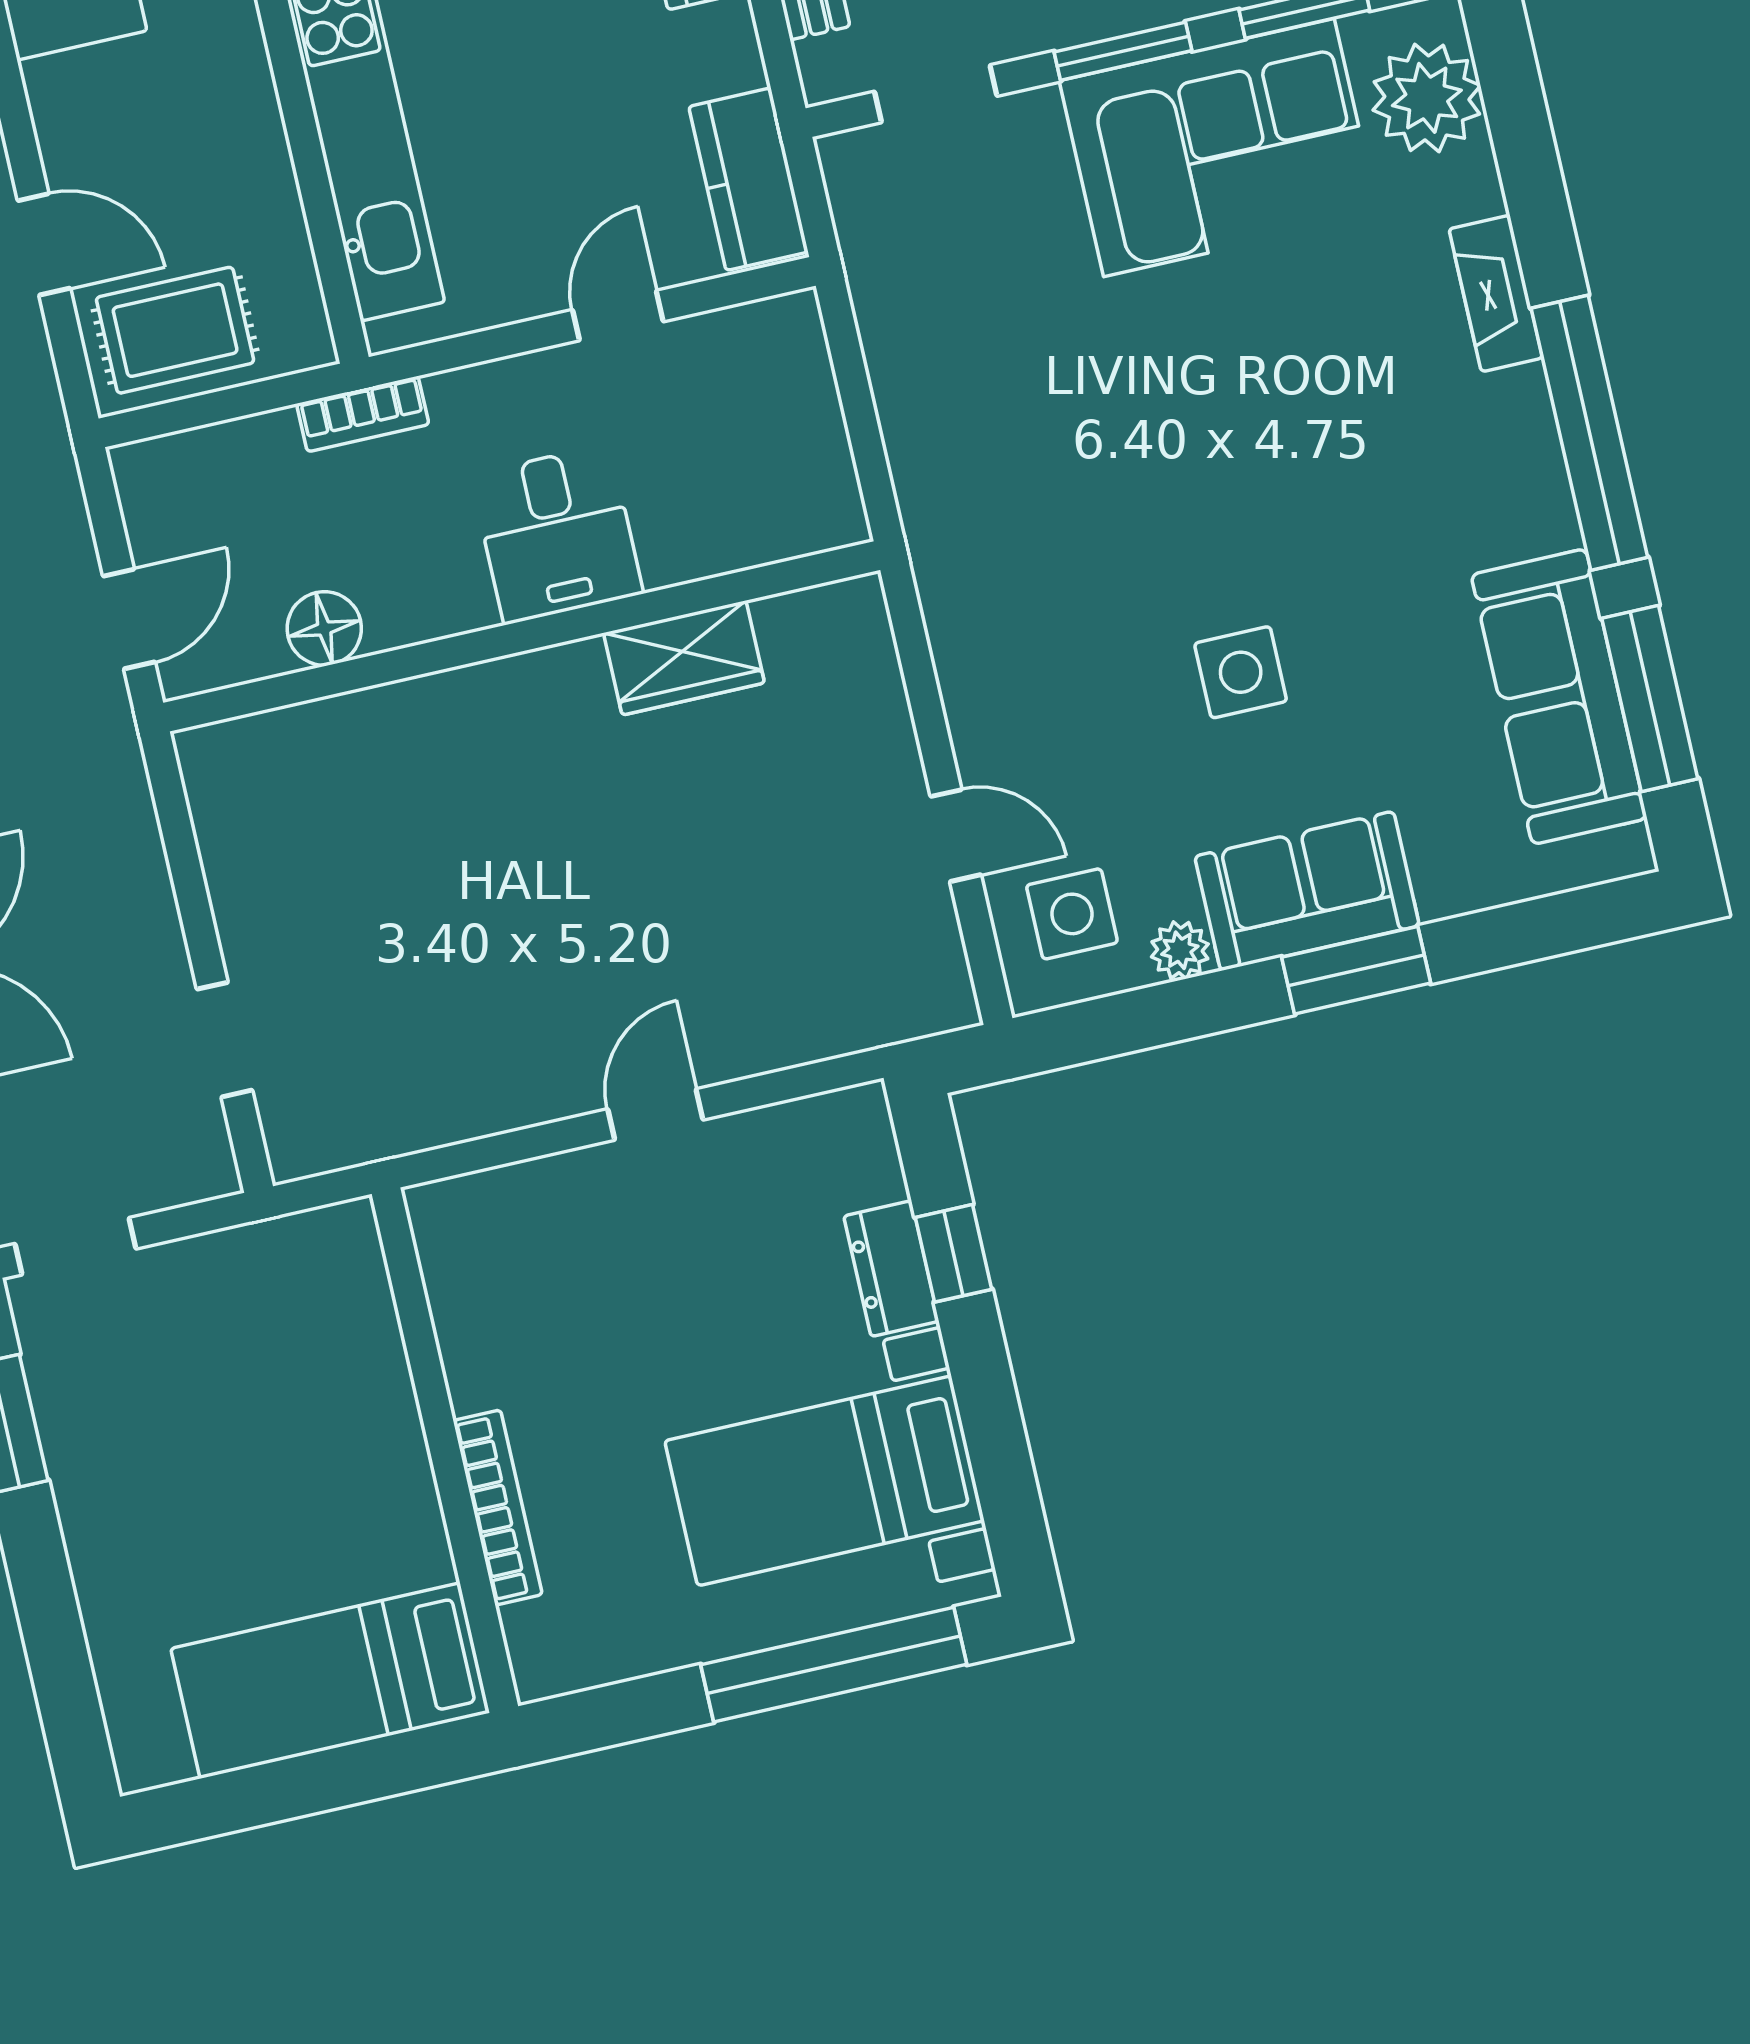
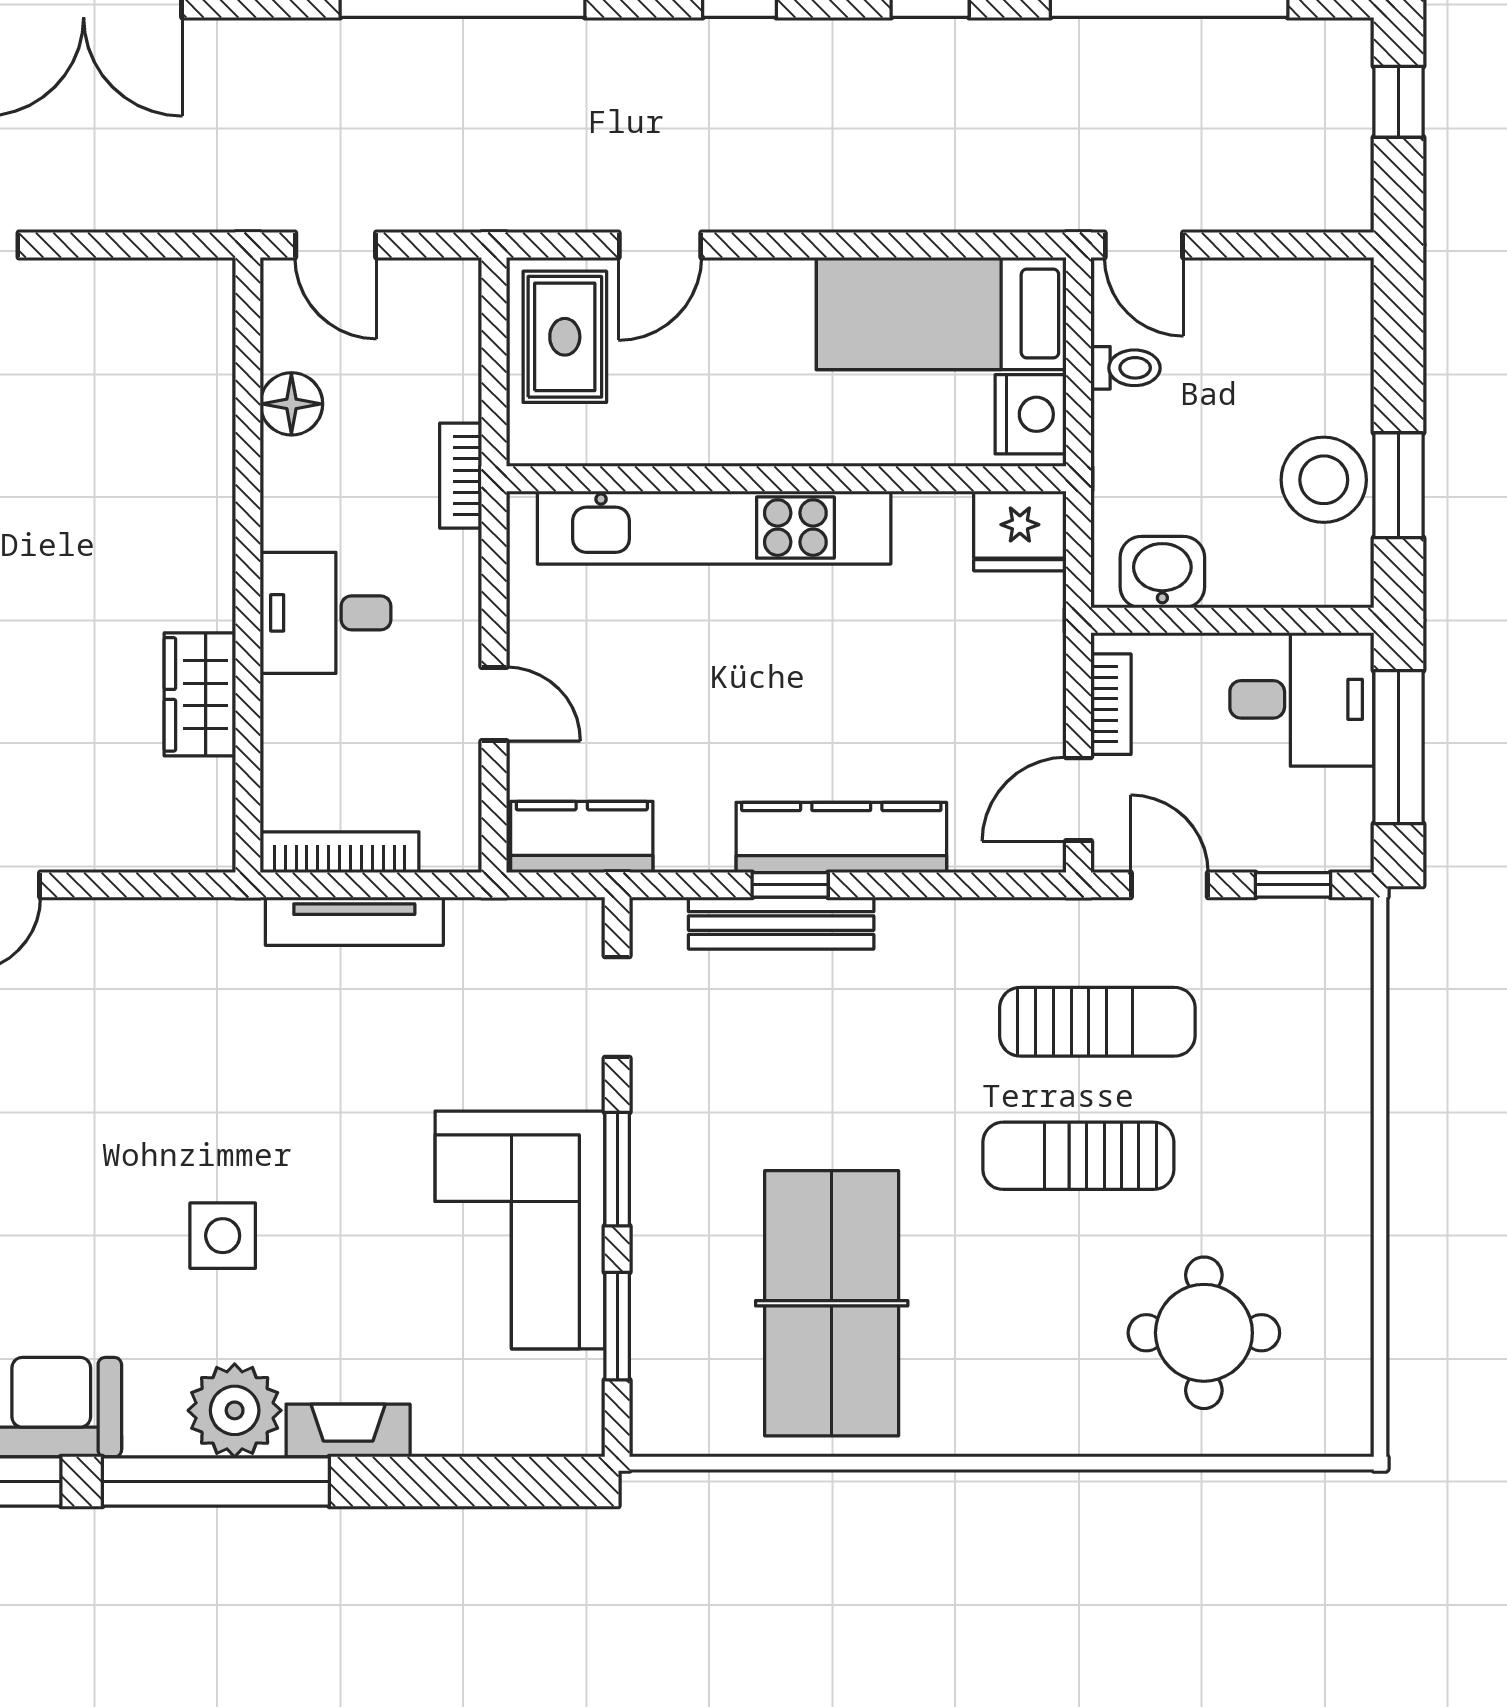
plant: (1427, 98) -> (235, 1410), moved
tv unit: (906, 420) -> (354, 921), added
bookcase: (830, 455) -> (340, 852), added
side table: (1241, 672) -> (223, 1236), moved

